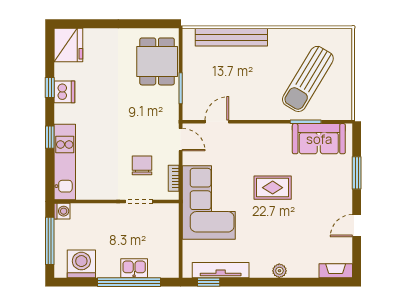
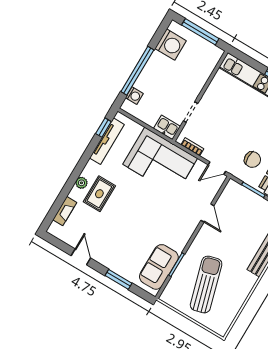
sun lounger: (308, 79) -> (206, 284), turned 43
door: (217, 122) -> (207, 213), moved
chair: (142, 165) -> (252, 160), moved
rug: (273, 188) -> (99, 194), moved
washing machine: (62, 211) -> (134, 96), moved, turned -90
kitchen sink: (134, 268) -> (167, 127), moved, turned -90
fireplace: (336, 271) -> (65, 211), moved

